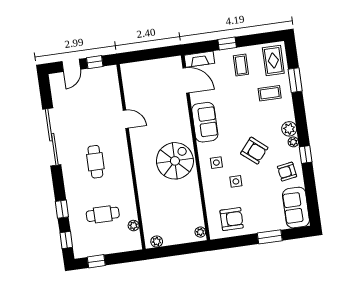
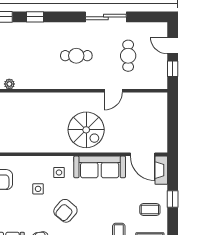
door: (186, 80) -> (143, 154), hinge flipped
sofa: (205, 122) -> (100, 167), width x1.36
sliding door: (52, 137) -> (106, 17), width x0.73
spiral stairs: (175, 161) -> (86, 130), moved
cafe table: (103, 214) -> (128, 56), moved

